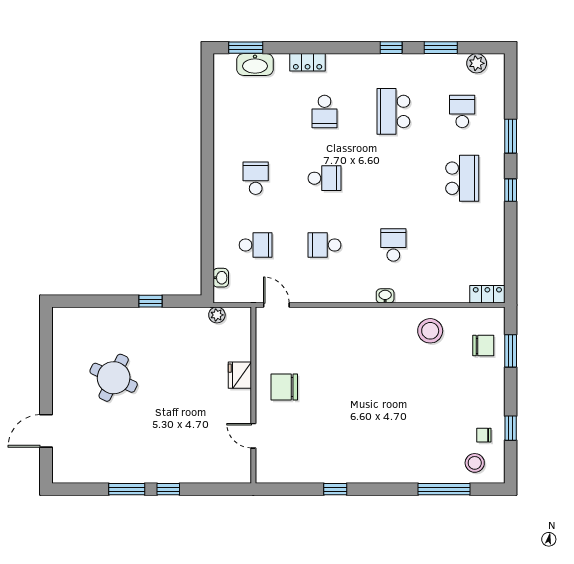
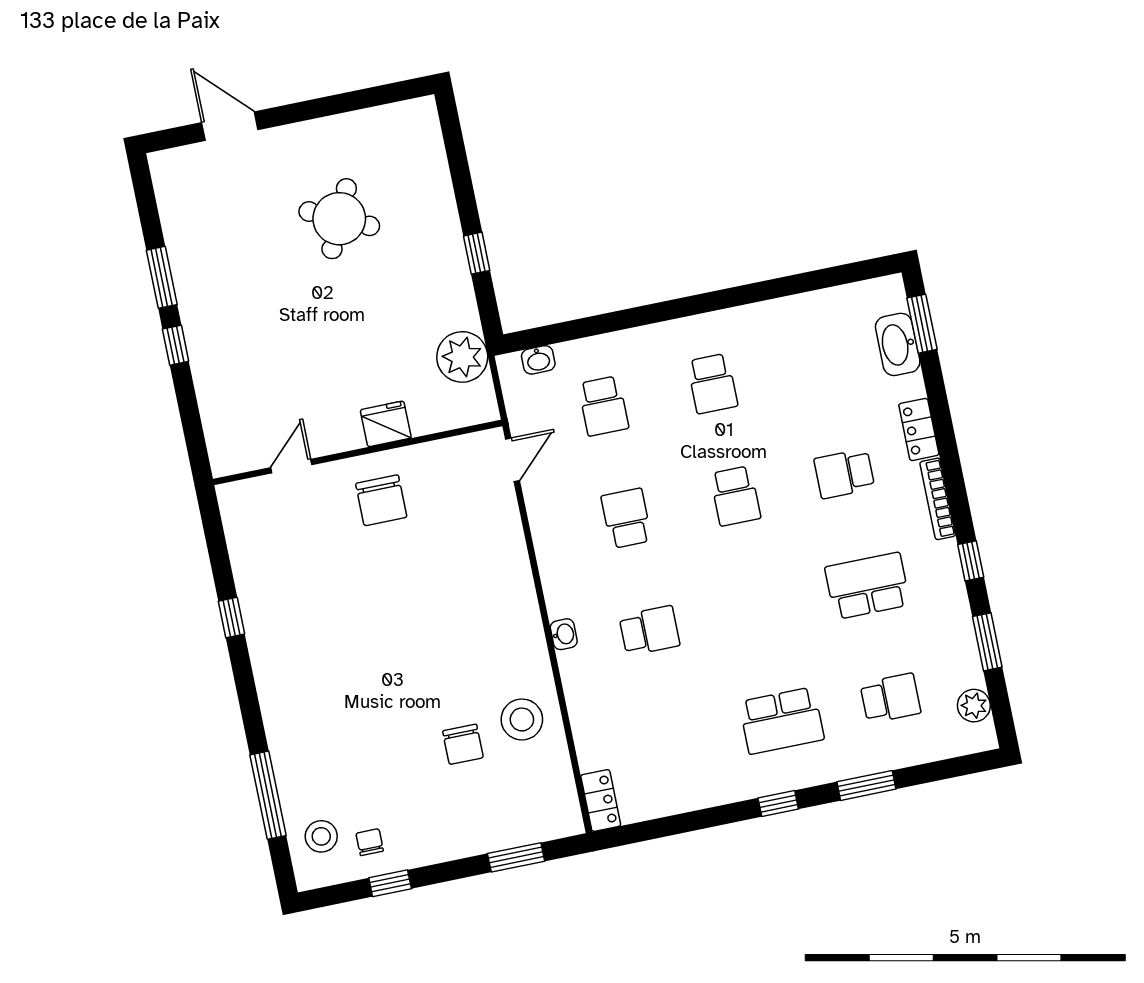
bookcase: (351, 60) -> (938, 499), added
school desk: (256, 178) -> (712, 384), turned 90
plant: (217, 315) -> (462, 357), width x1.87, depth x1.87
chair: (483, 346) -> (463, 744), moved
chair: (284, 387) -> (381, 500), turned 180

